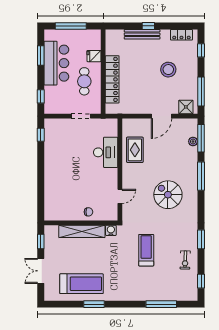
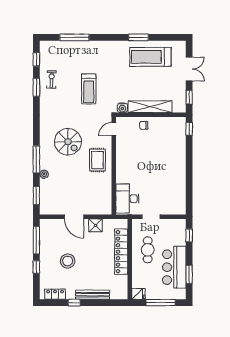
window: (148, 26) -> (74, 303), moved
window: (201, 50) -> (36, 267), moved
fridge: (94, 56) -> (138, 294), moved
shower: (186, 107) -> (95, 225), moved
door: (162, 116) -> (74, 217), swing flipped
window: (41, 135) -> (189, 129), moved
window: (201, 138) -> (36, 196), width x0.69
plant: (193, 142) -> (44, 174), moved
rug: (135, 150) -> (97, 160), moved
desk: (106, 152) -> (127, 199), moved
door: (120, 196) -> (114, 129), moved
window: (201, 239) -> (36, 87), moved

